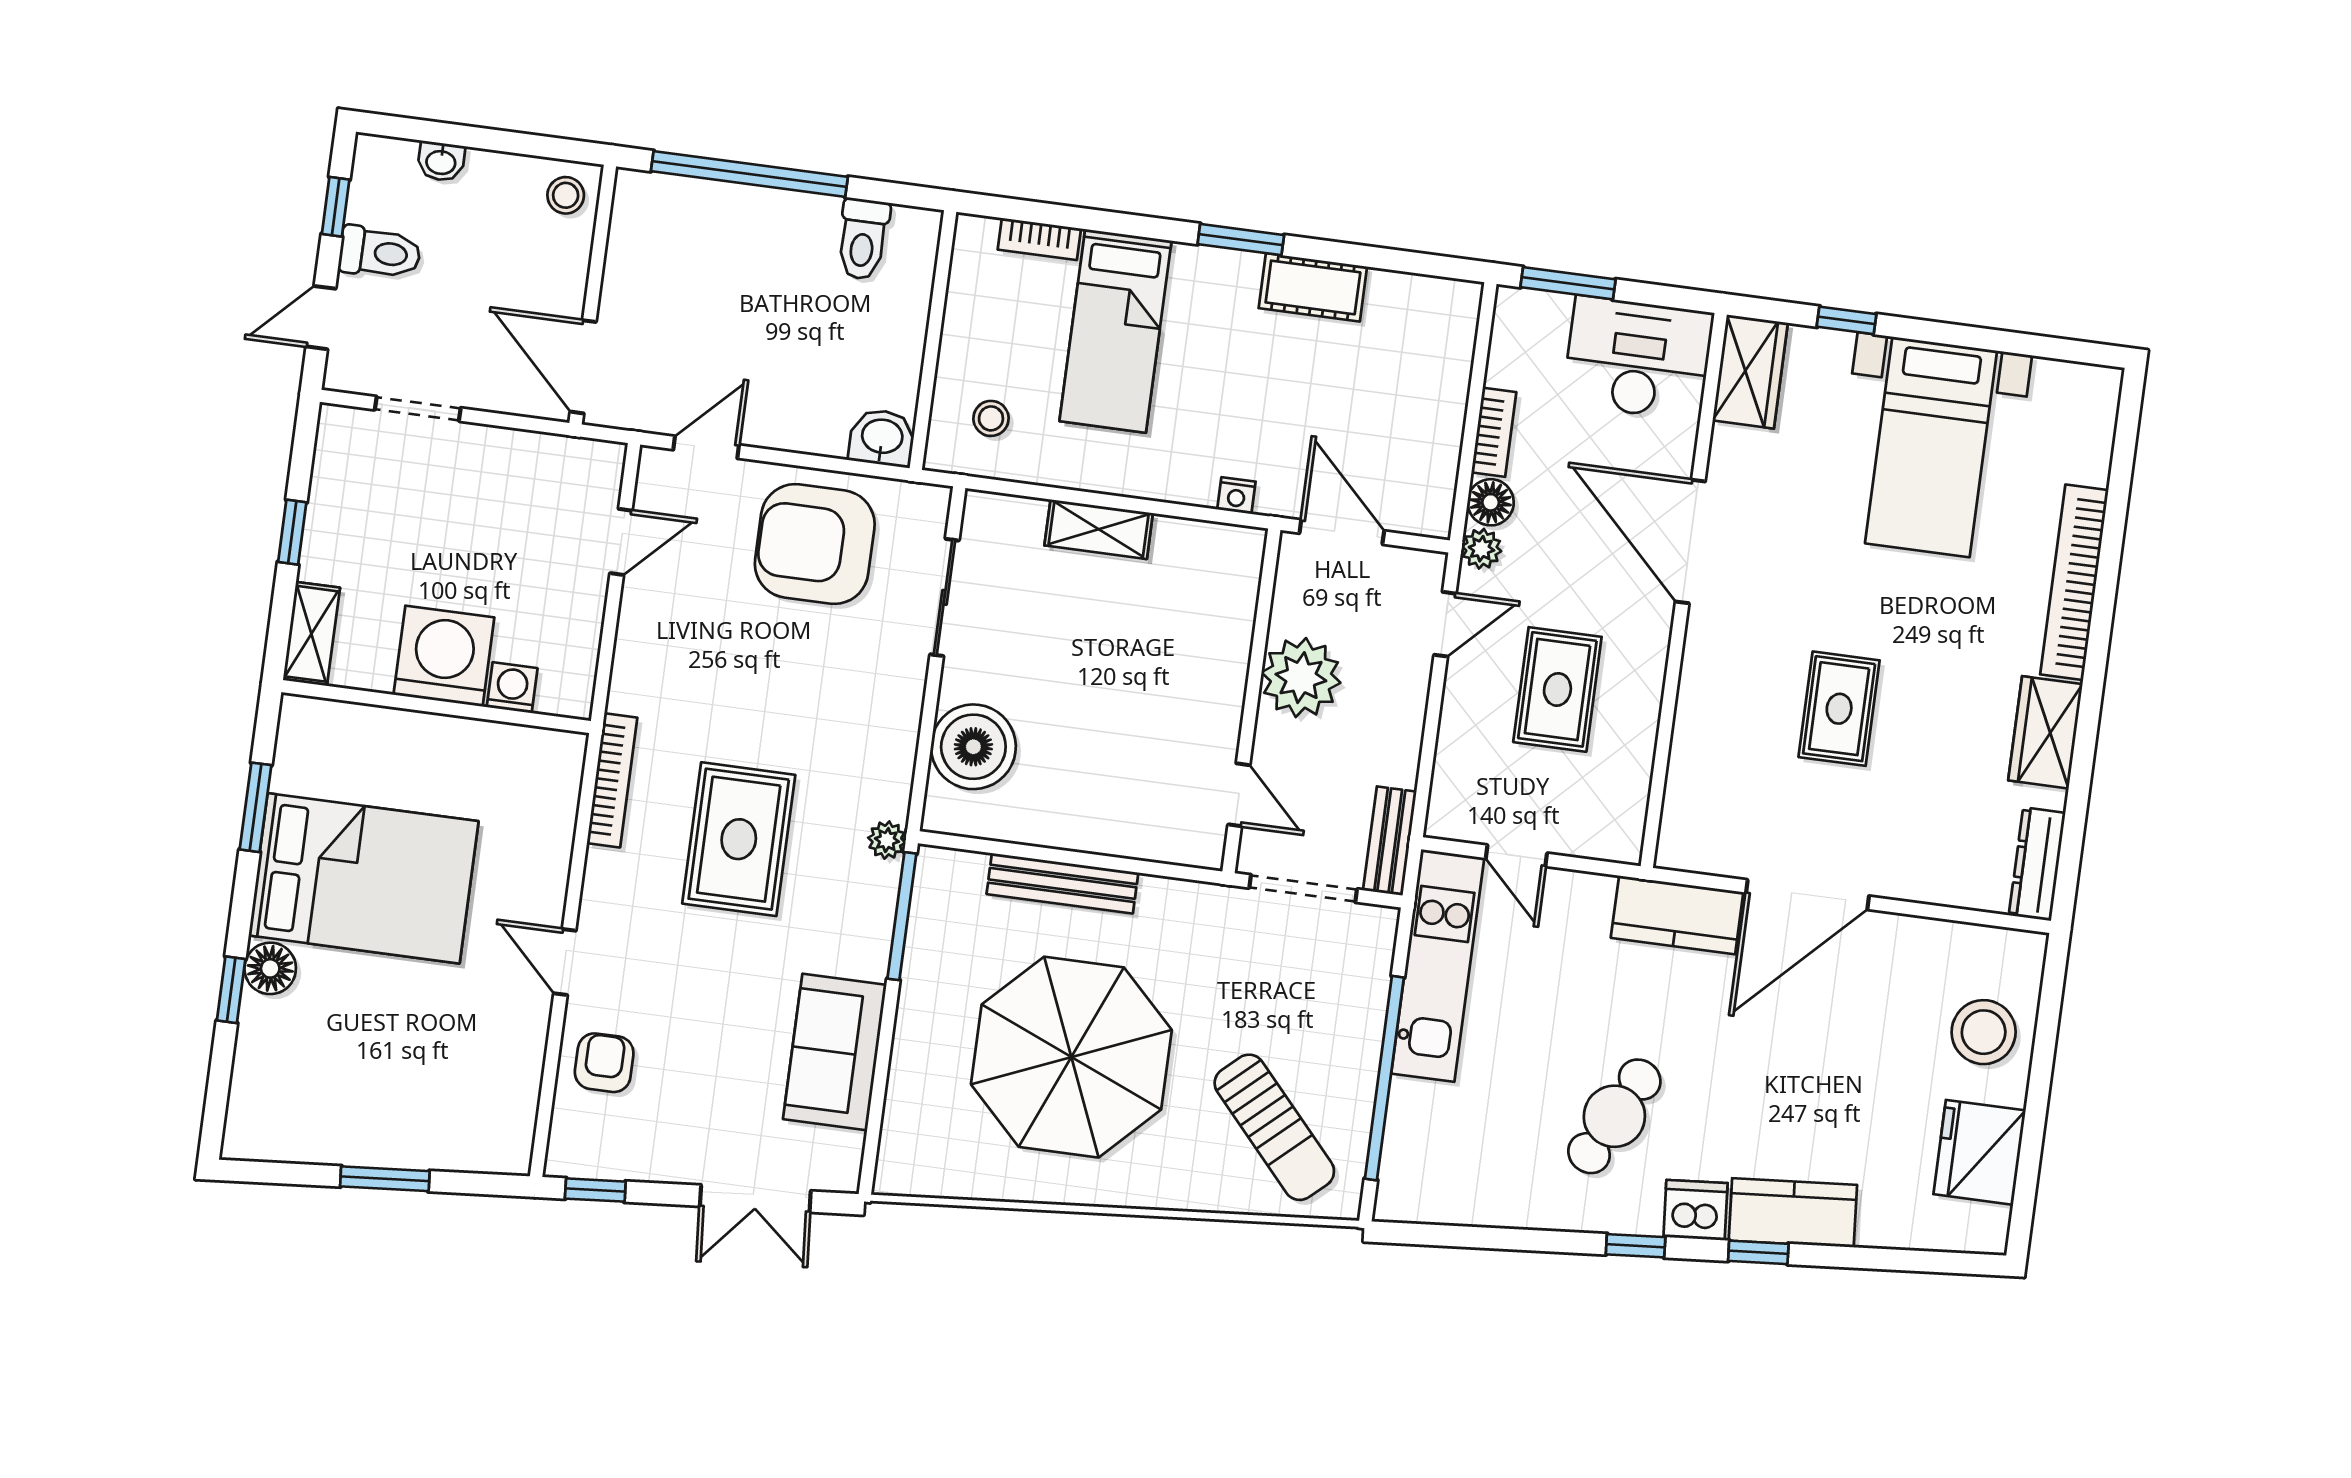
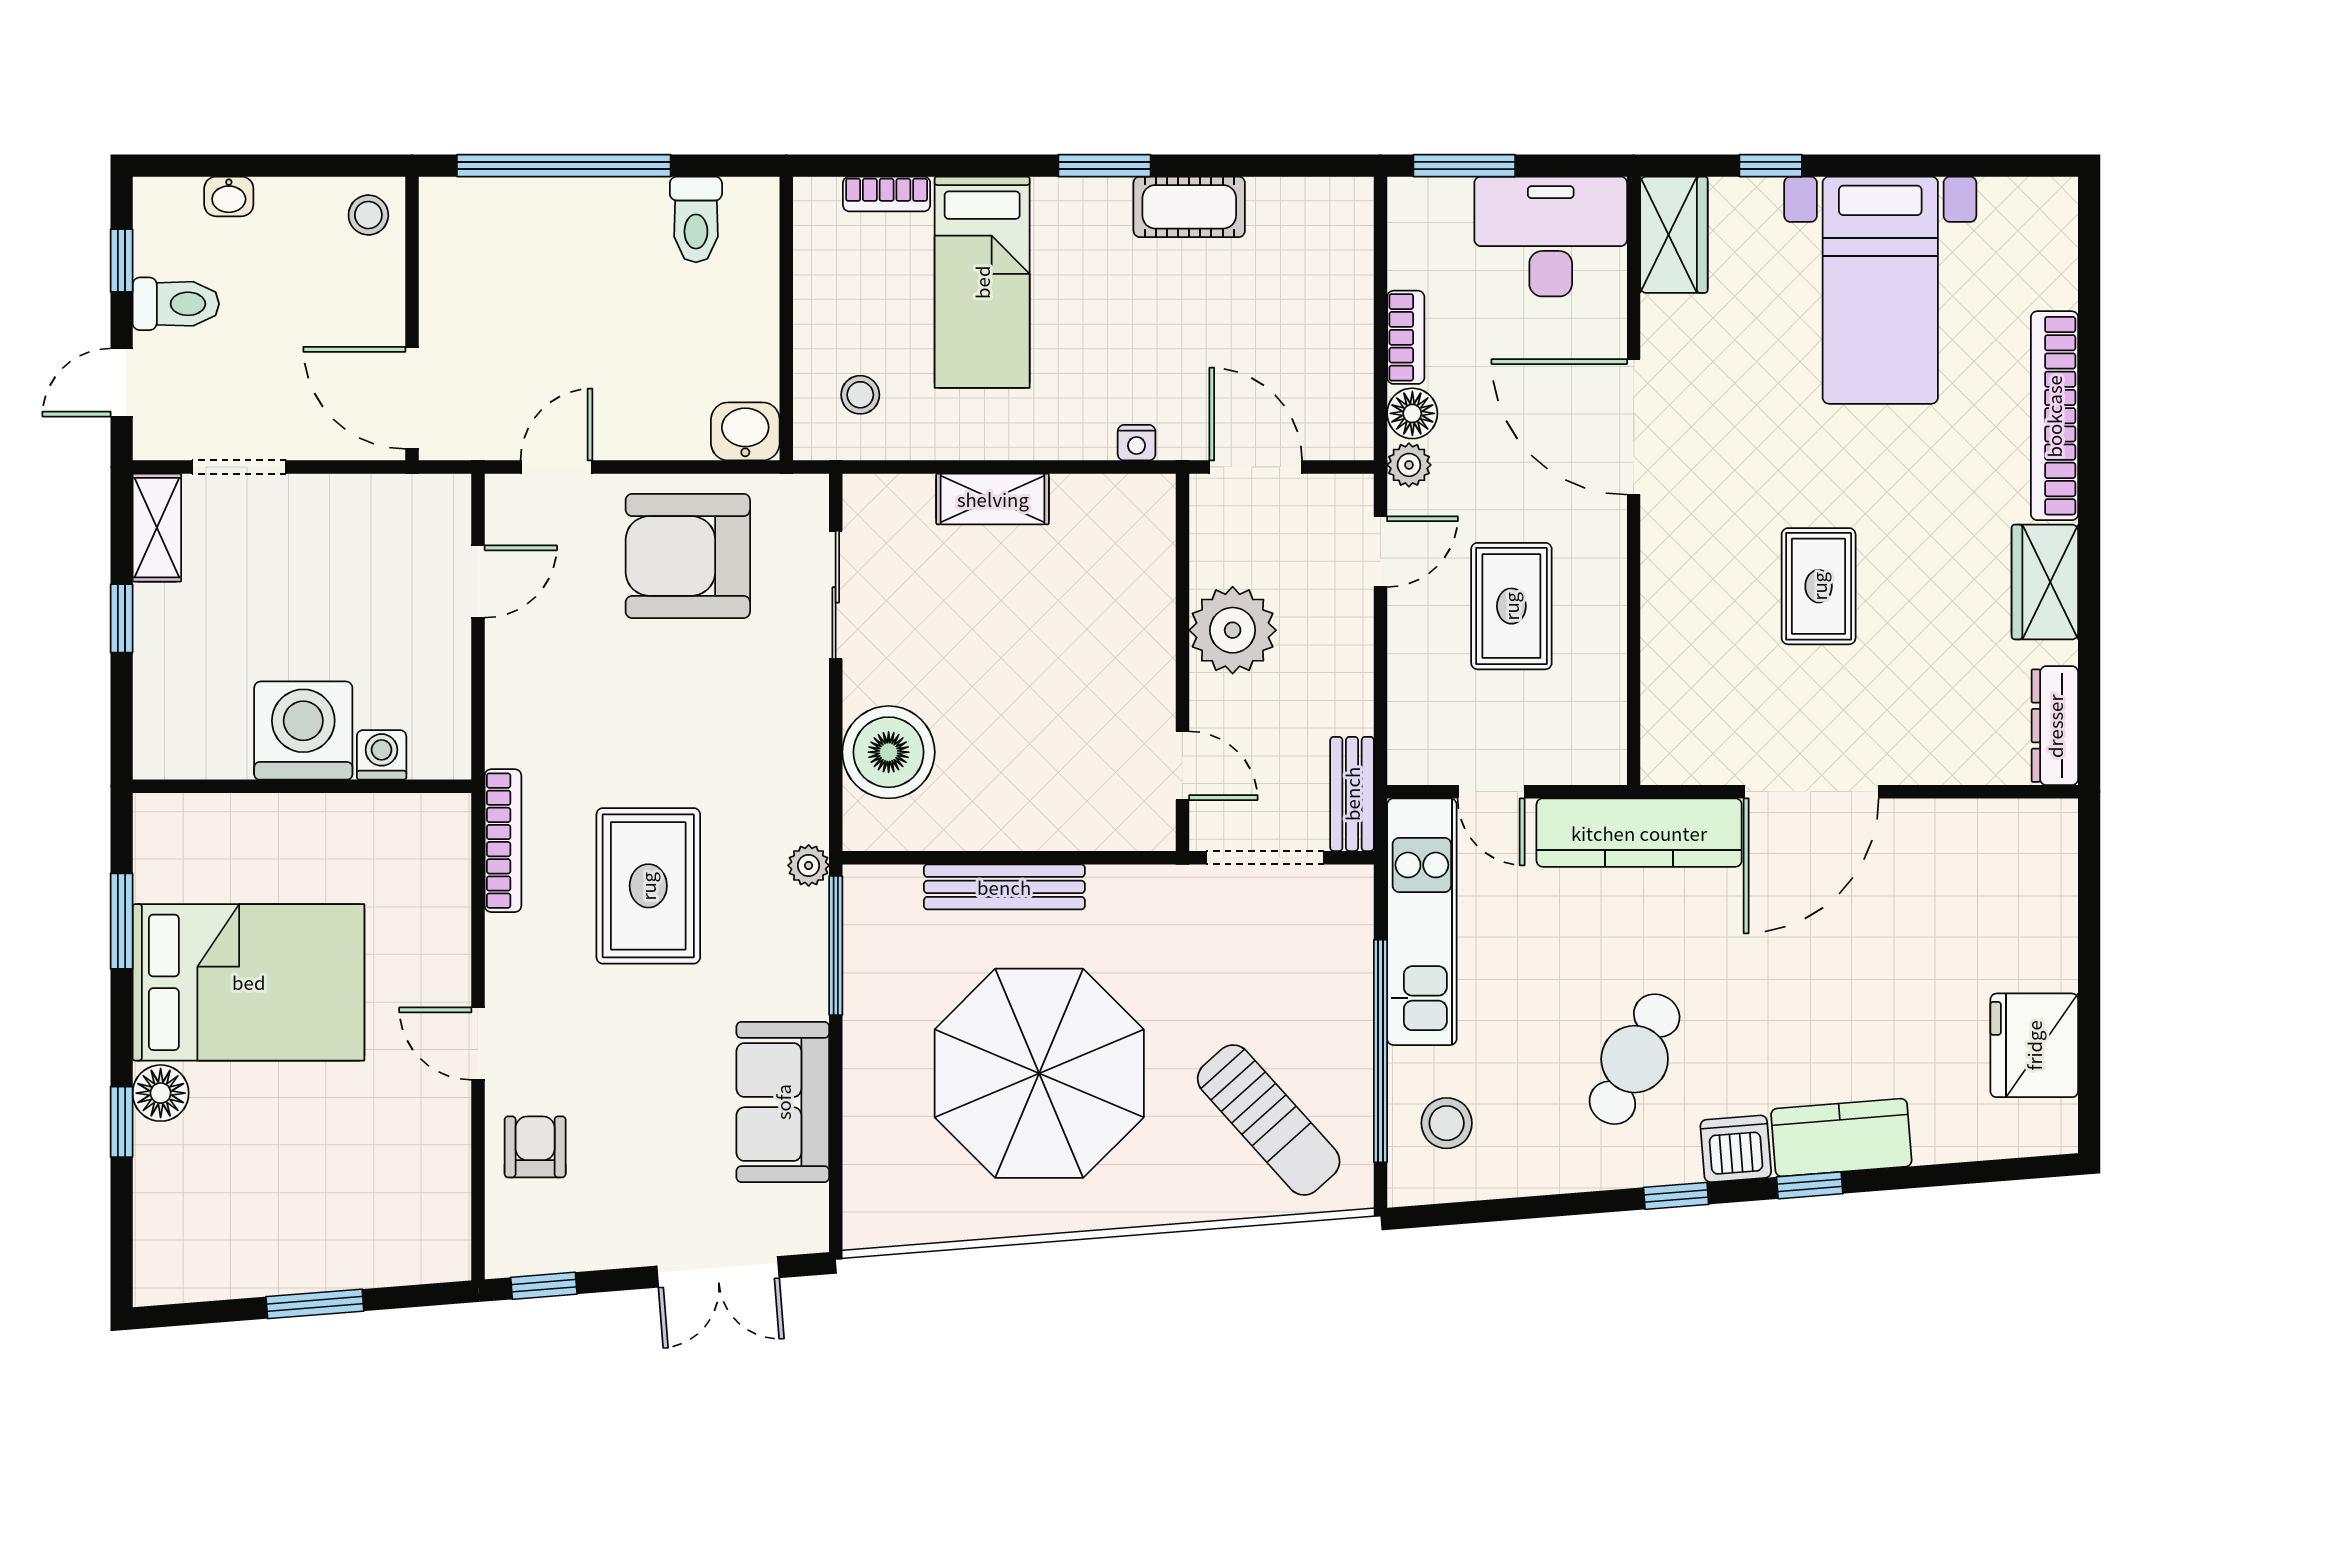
shelving: (311, 634) -> (157, 528), moved
kitchen counter: (1677, 915) -> (1639, 833), width x1.50
stool: (1984, 1032) -> (1447, 1123), moved, width x0.73, depth x0.73

